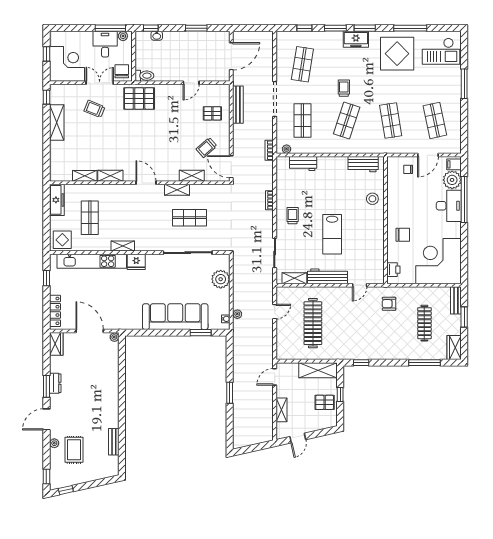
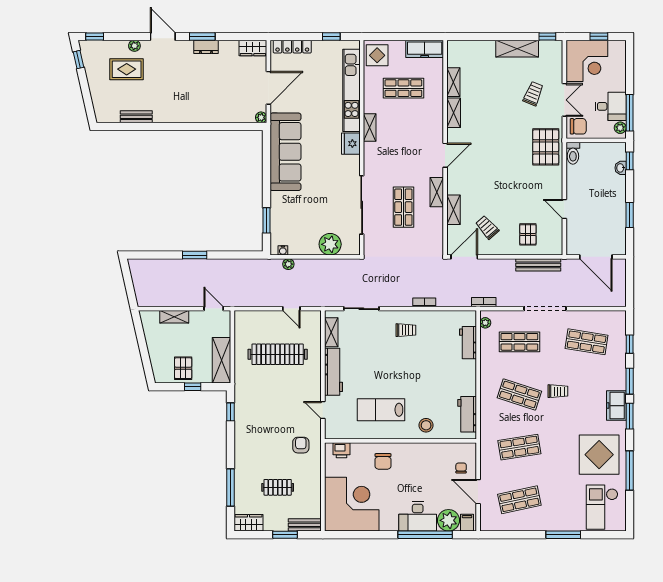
lab bench: (332, 234) -> (381, 410), moved
sofa: (175, 317) -> (285, 152), moved
clothes rail: (424, 323) -> (278, 487), width x0.73
door: (298, 438) -> (141, 336), removed

